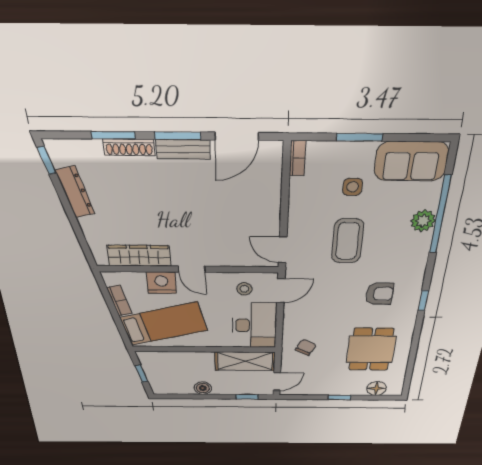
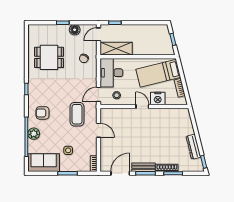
coffee table: (348, 241) -> (77, 114), moved
door: (283, 250) -> (98, 130), moved
wardrobe: (139, 256) -> (167, 114), removed
armchair: (380, 294) -> (43, 113), moved
dining table: (371, 349) -> (49, 57), turned 90
boiler: (203, 388) -> (140, 29), removed
floor lamp: (377, 388) -> (75, 30), moved

